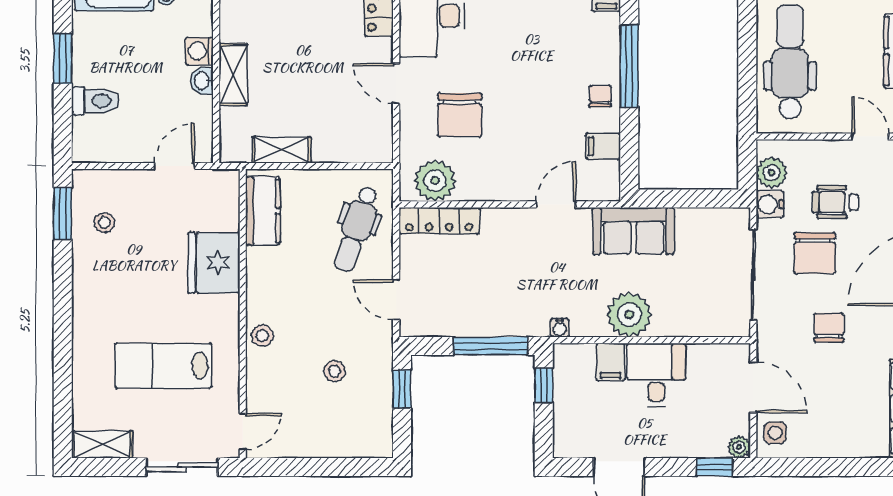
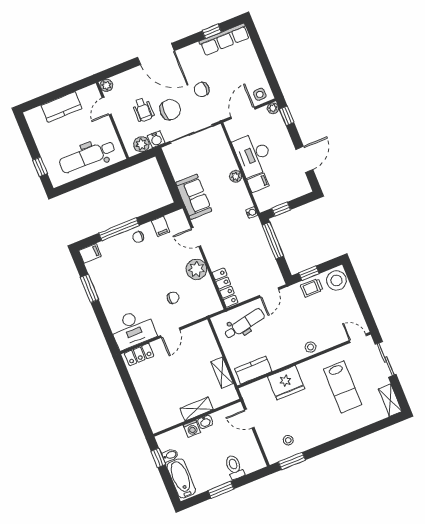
chair: (460, 115) -> (173, 298), width x0.54, depth x0.54
plant: (435, 181) -> (196, 269), moved
dental chair: (356, 229) -> (244, 324), turned -30
plant: (629, 315) -> (236, 176), width x0.53, depth x0.53
stool: (335, 371) -> (336, 280), moved, width x1.89, depth x1.89
desk: (656, 375) -> (253, 155), width x1.37
trolley: (373, 383) -> (312, 288), added

